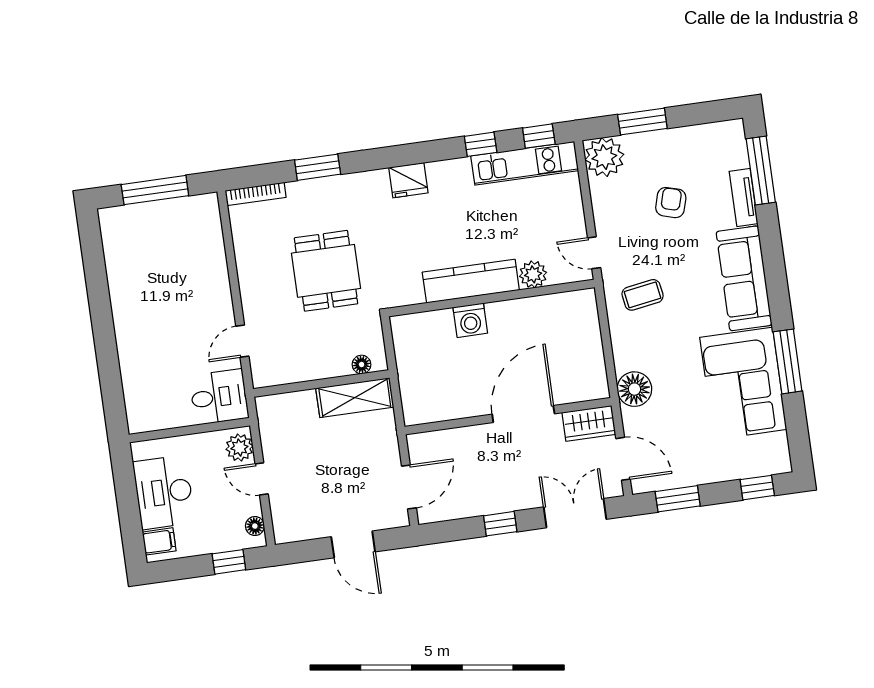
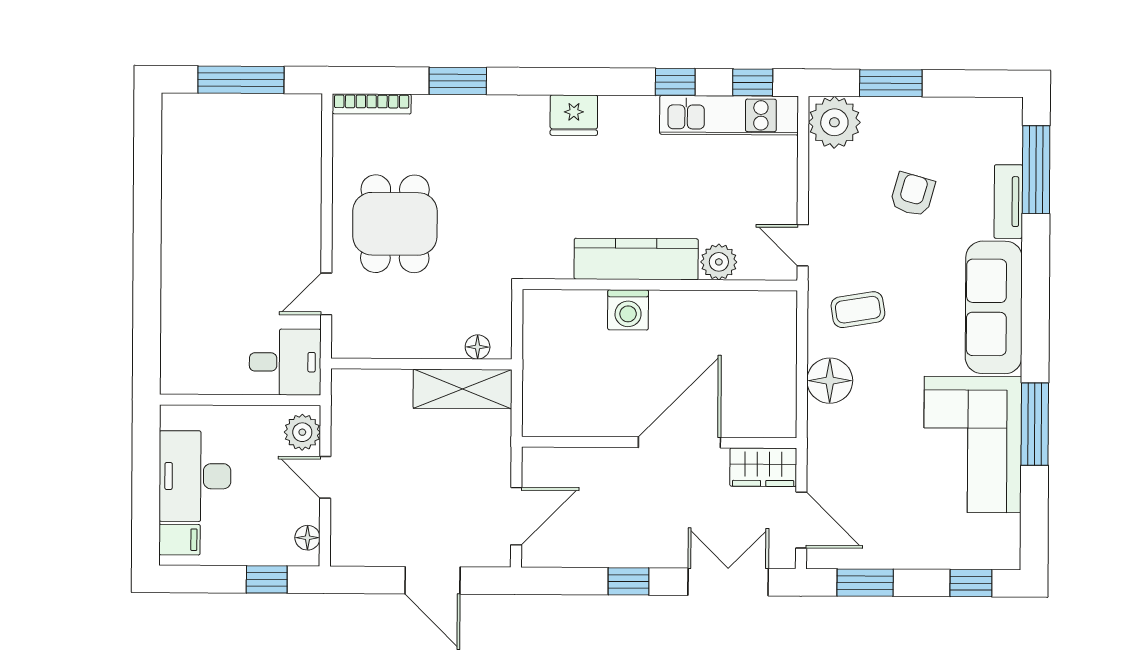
dining table: (326, 271) -> (395, 224), moved
floor lamp: (634, 389) -> (830, 381), moved

